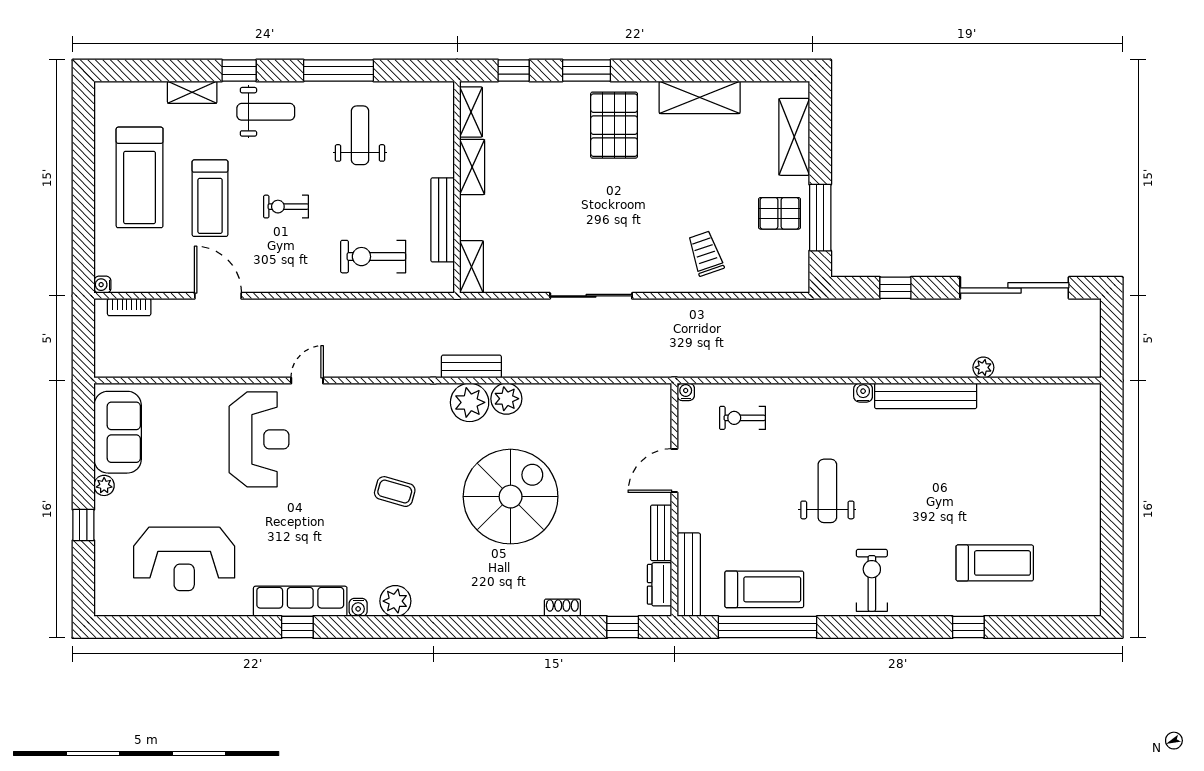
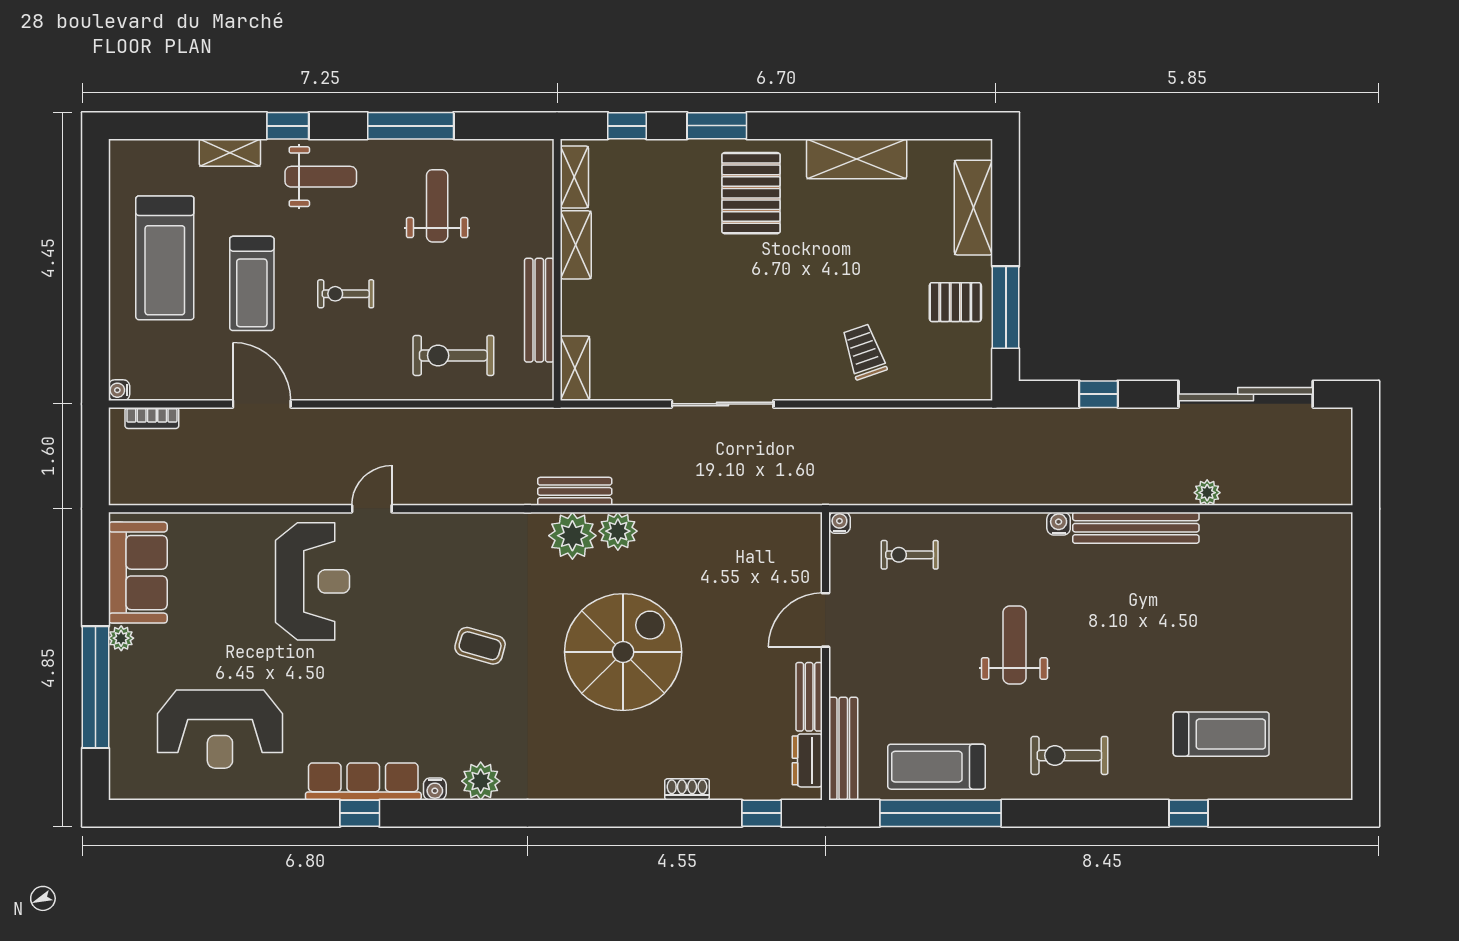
window: (83, 525) -> (95, 687), width x3.17
exercise bike: (872, 580) -> (1069, 755), turned -90
treadmill: (764, 589) -> (937, 767), turned 180

